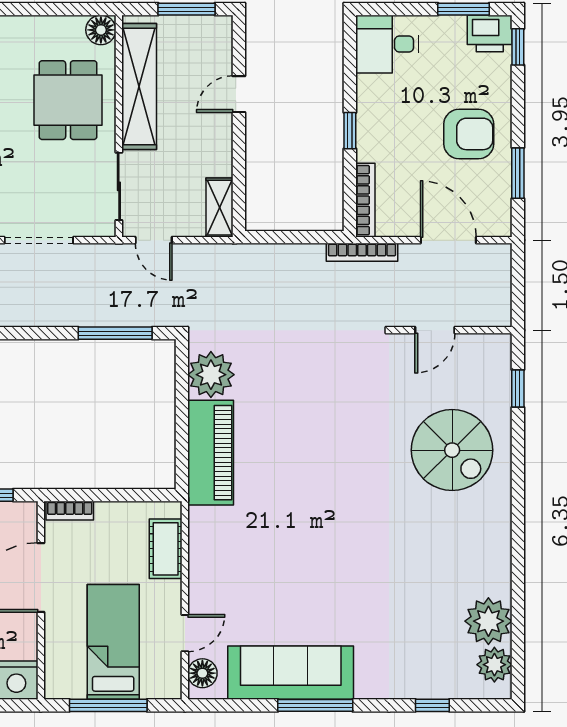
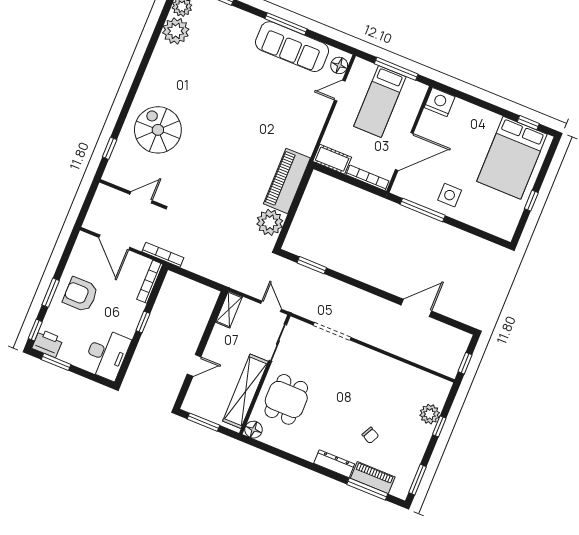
desk: (387, 44) -> (107, 354), width x1.37
window: (518, 173) -> (51, 293), moved
window: (115, 333) -> (312, 265), width x0.69
bookcase: (70, 511) -> (367, 178), width x1.56
cot: (166, 549) -> (332, 159), moved, turned 90

